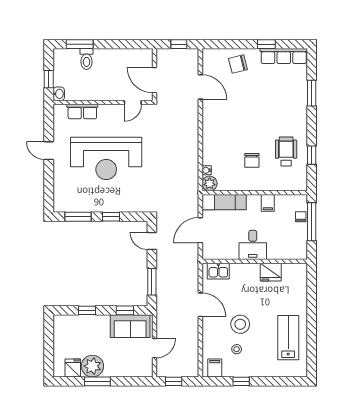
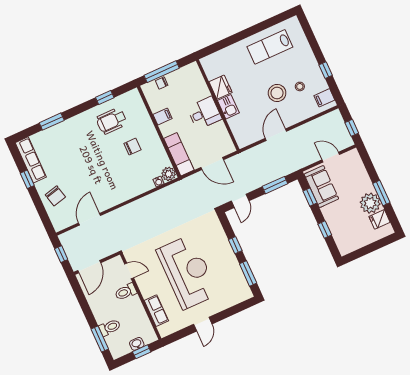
door: (154, 80) -> (89, 267), moved
toilet: (114, 90) -> (126, 292), added
washbasin: (59, 94) -> (137, 344), moved
kitchen sink: (218, 271) -> (228, 107), moved

